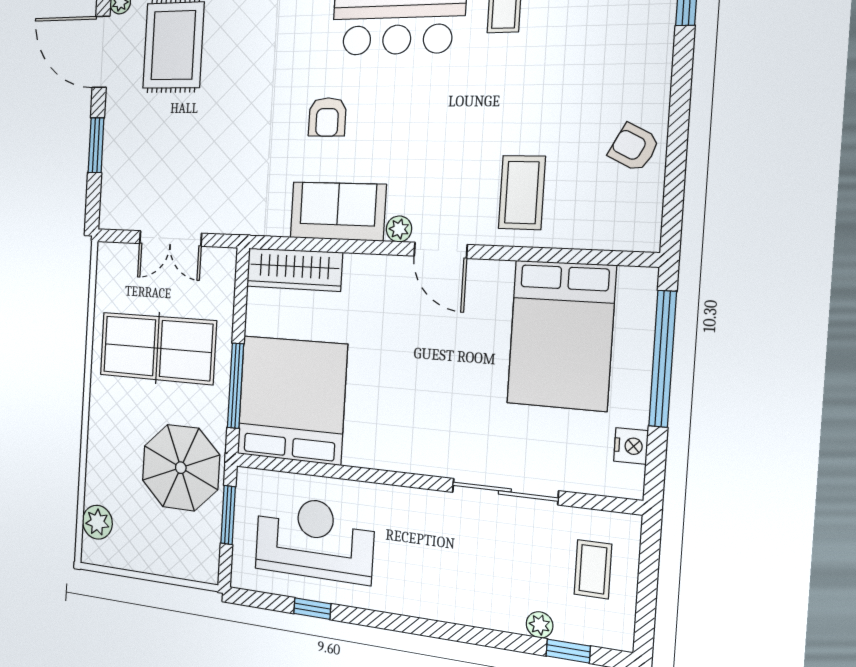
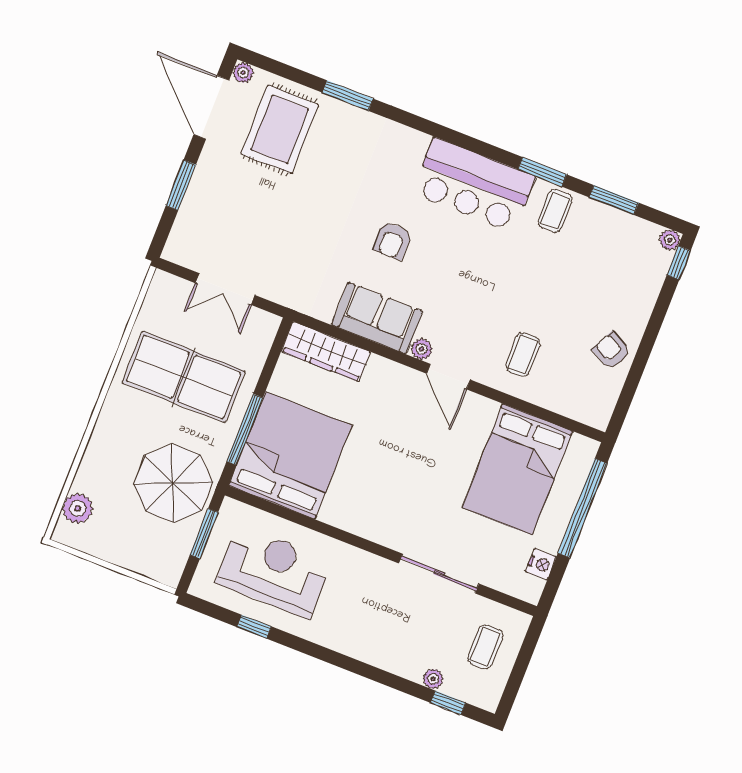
coffee table: (522, 193) -> (523, 355), width x0.73, depth x0.77

